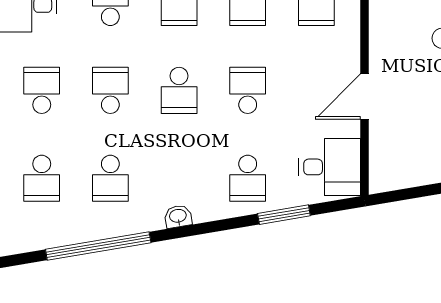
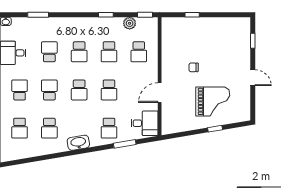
school desk: (248, 90) -> (109, 90), turned 180
washbasin: (178, 216) -> (78, 143), width x1.91, depth x1.45
window: (98, 246) -> (44, 158), removed

